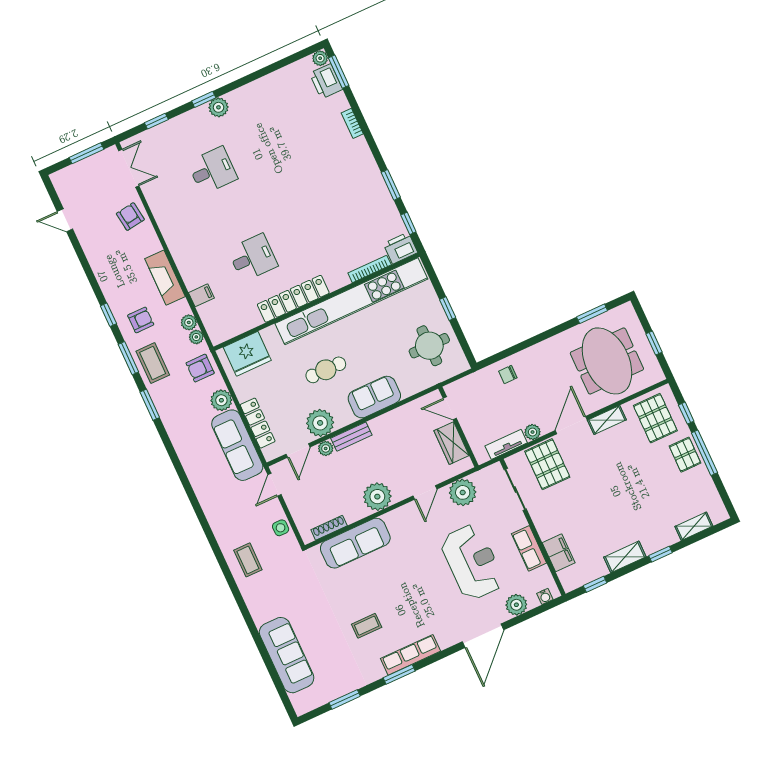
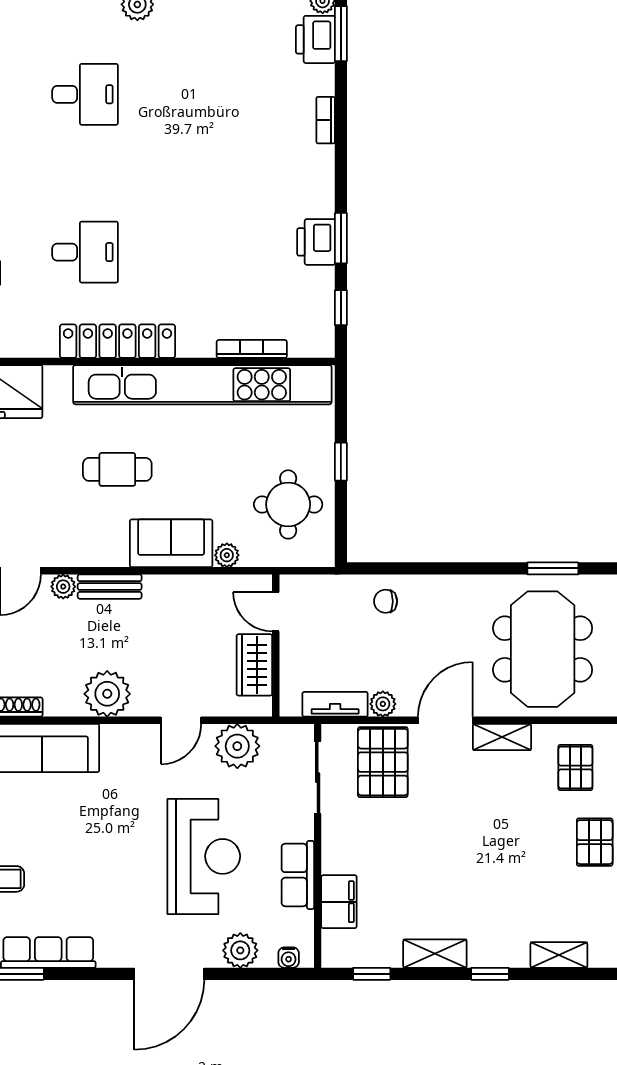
printer: (400, 248) -> (316, 242), moved, turned -90
pallet: (655, 418) -> (575, 768), width x0.67, depth x0.71
plant: (320, 423) -> (227, 555), moved, width x0.53, depth x0.53

